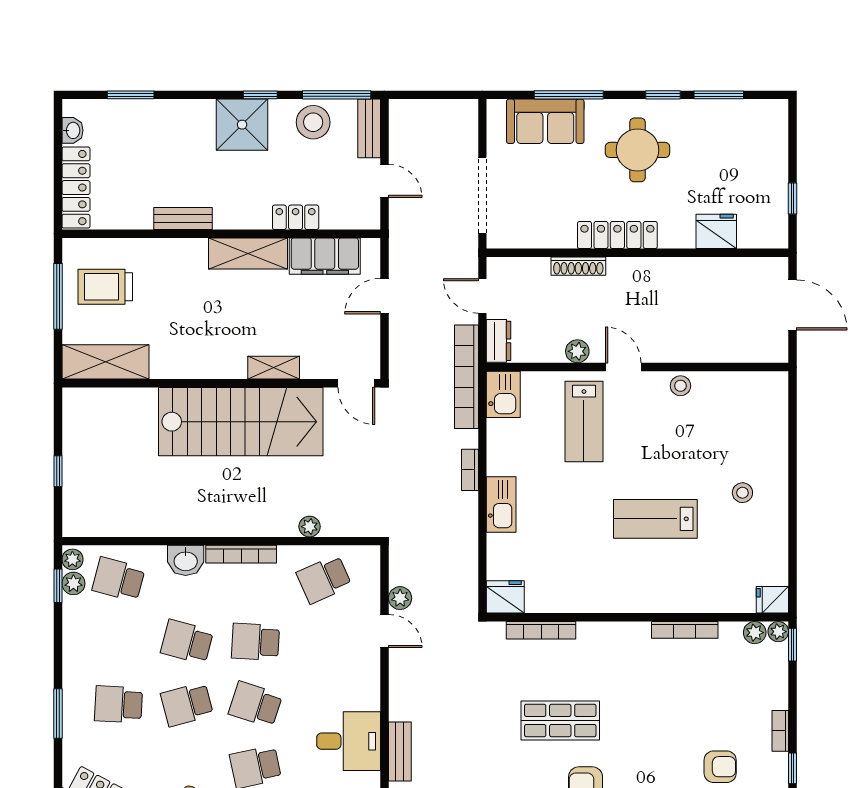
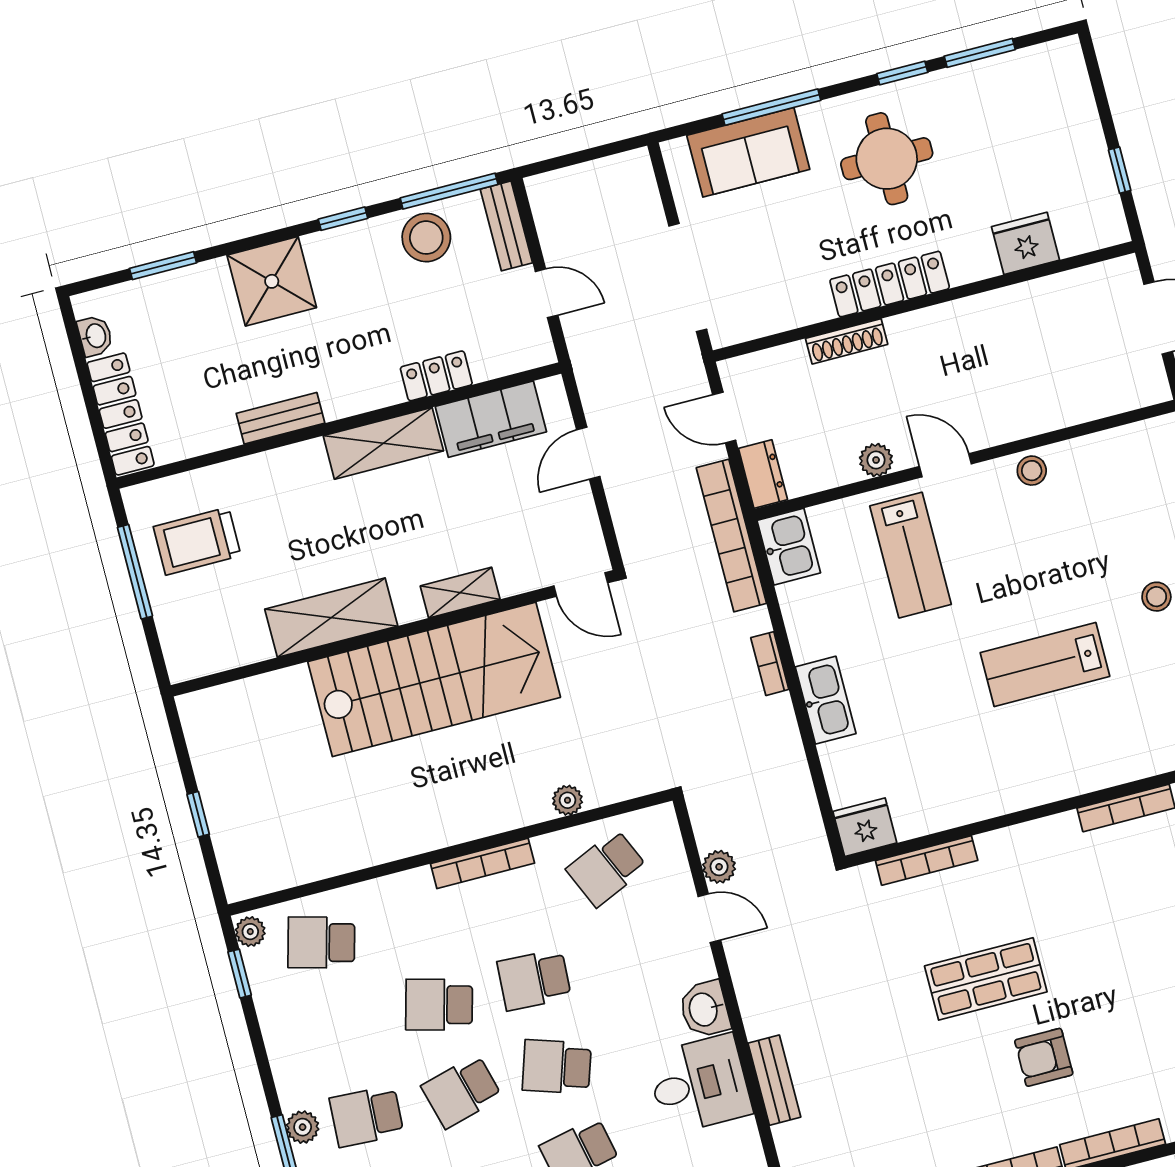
shower: (242, 125) -> (272, 281), moved
shelving: (105, 362) -> (331, 618), moved
washbasin: (186, 560) -> (704, 1009), moved, turned 90
plant: (73, 583) -> (303, 1127), moved

